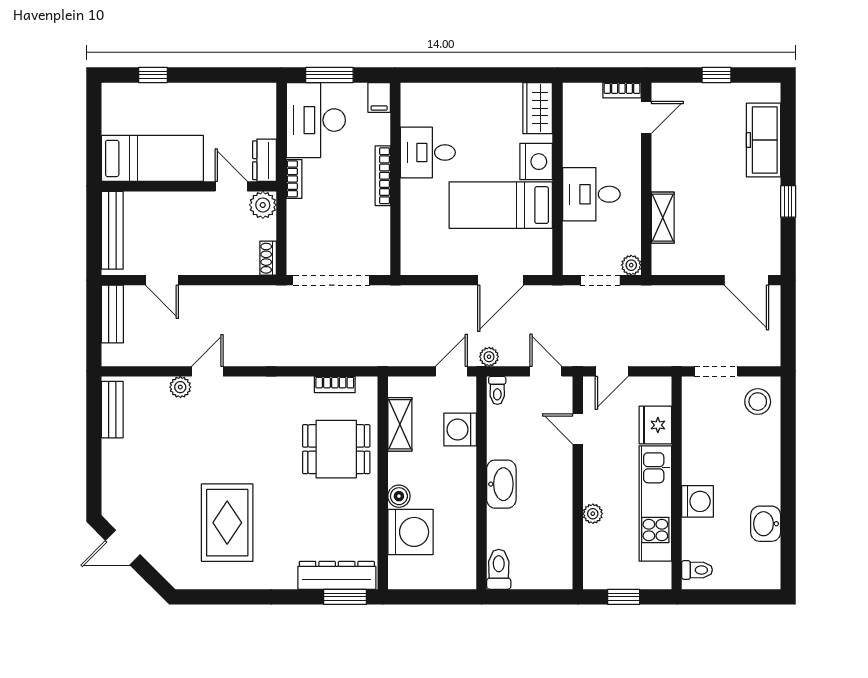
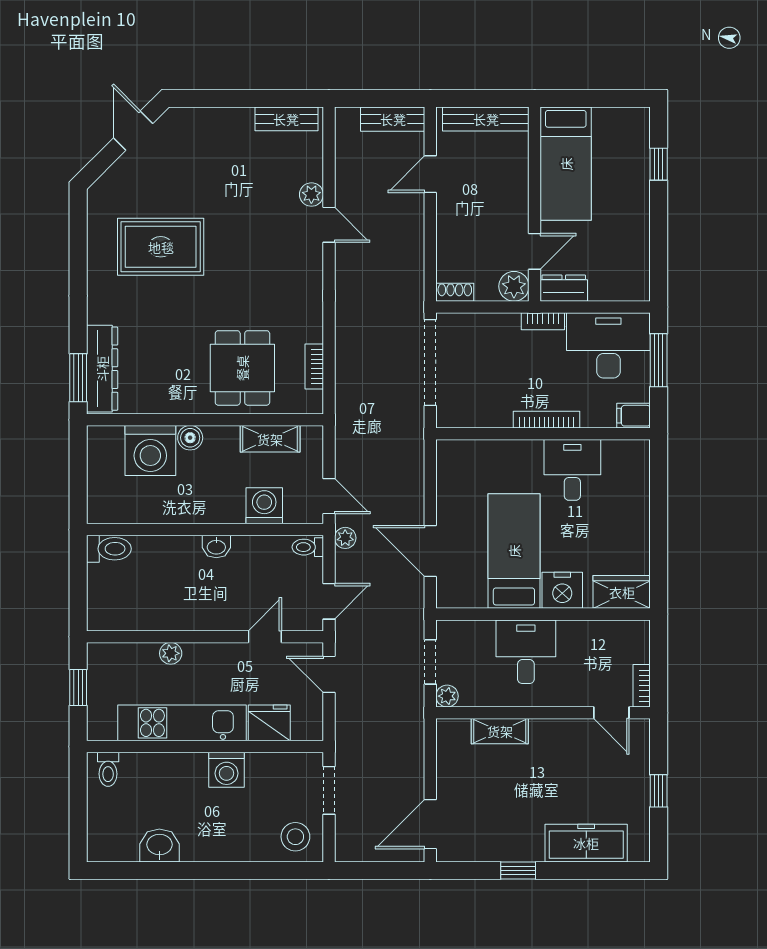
washbasin: (501, 484) -> (216, 547), width x0.52, depth x0.69
washing machine: (698, 501) -> (227, 770), moved

